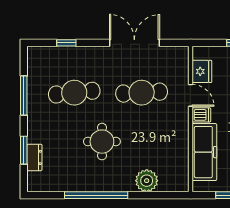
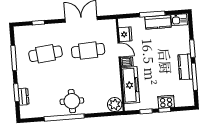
round table: (102, 142) -> (72, 101), moved
plant: (147, 181) -> (115, 105), moved

